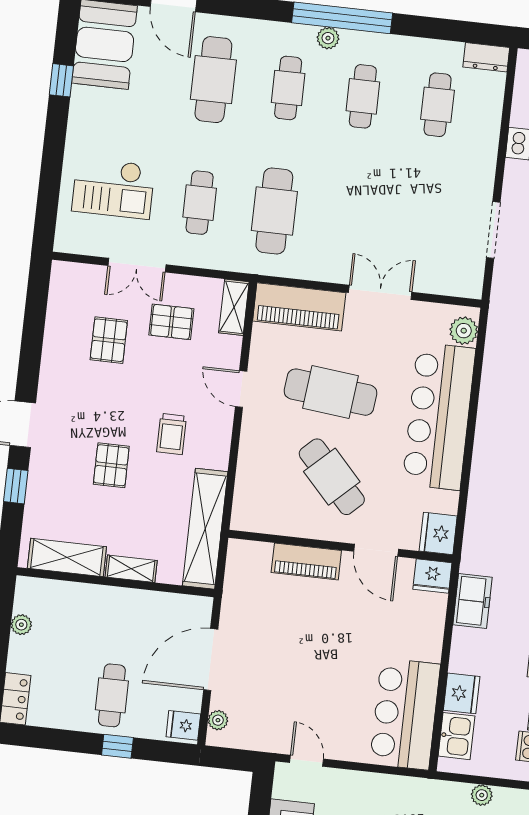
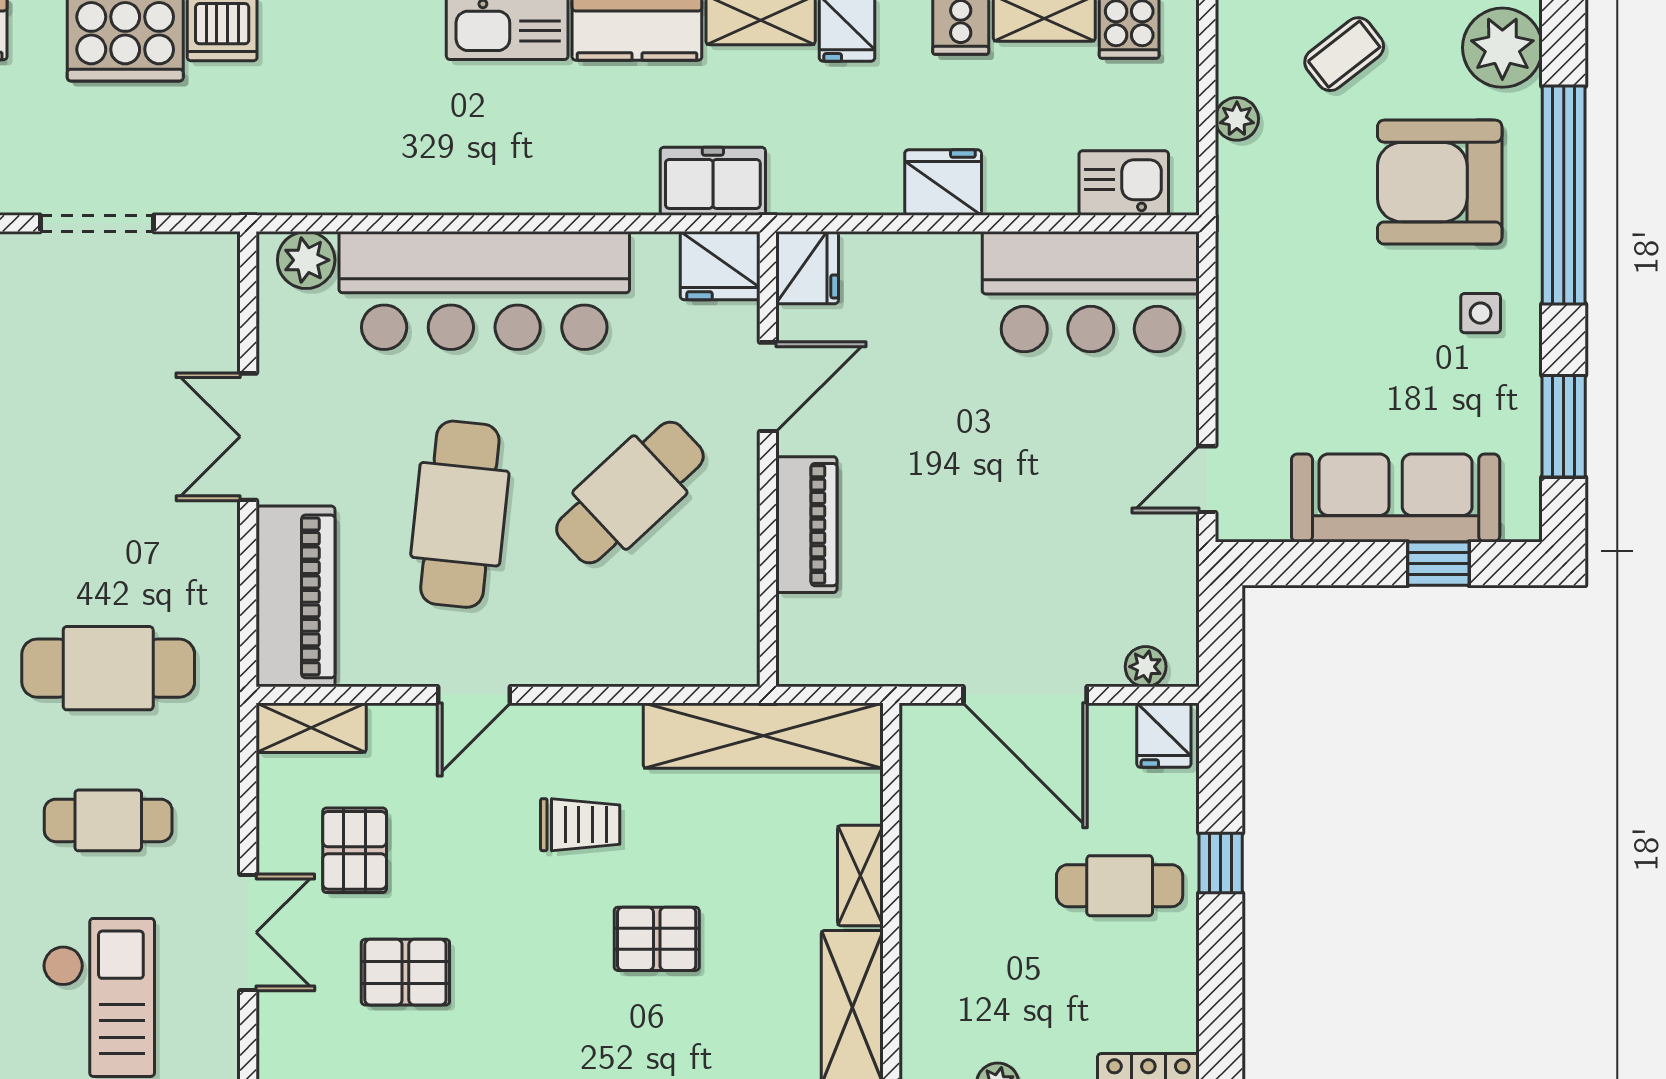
freezer: (473, 601) -> (713, 181), moved
fridge: (462, 693) -> (943, 182), moved

